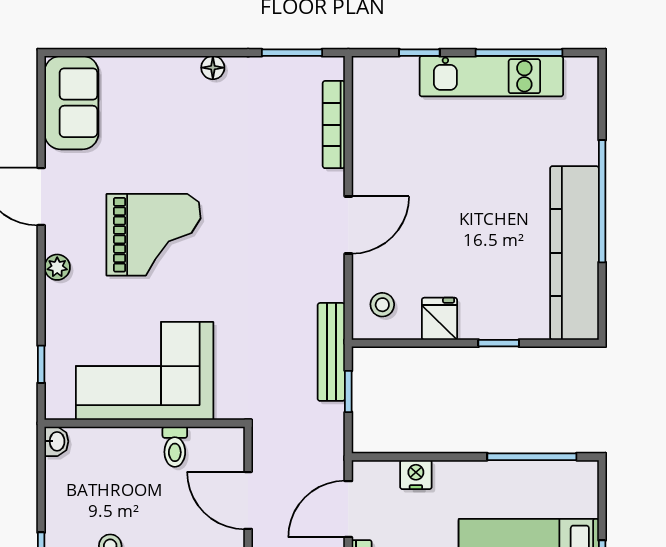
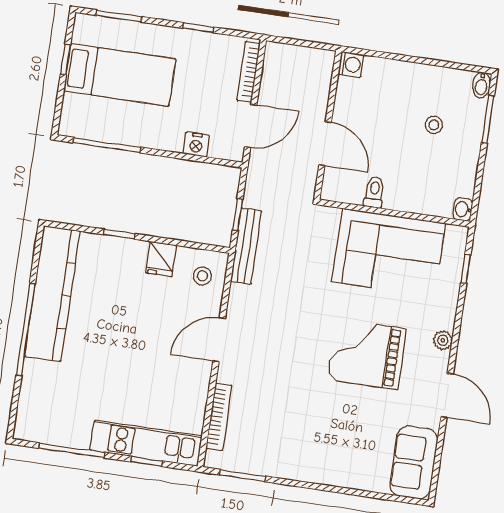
floor lamp: (213, 68) -> (304, 473), removed
kitchen unit: (491, 76) -> (146, 443), moved

